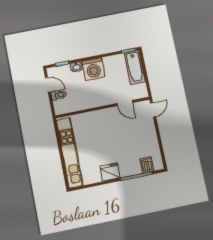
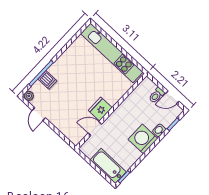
door: (153, 110) -> (39, 114), moved
dishwasher: (147, 165) -> (47, 80), moved
plant: (158, 165) -> (29, 96), added
fridge: (110, 172) -> (100, 109), moved, turned 180

